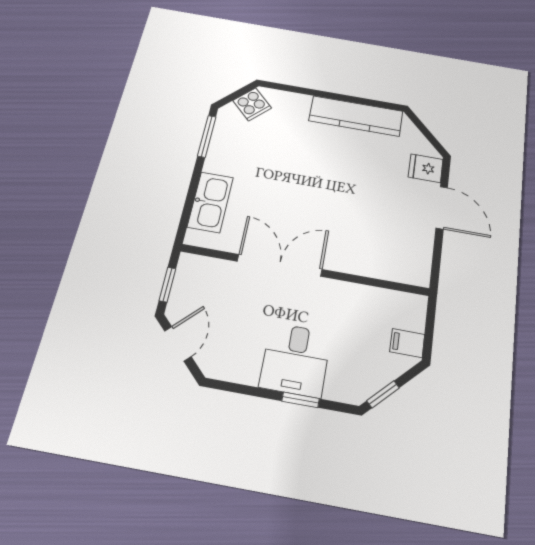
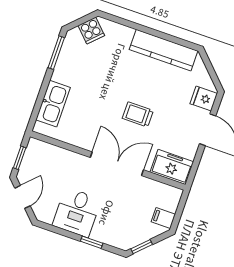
trolley: (337, 201) -> (138, 114), added
double door: (280, 265) -> (117, 164), moved
freezer: (403, 266) -> (172, 167), added
desk: (296, 360) -> (77, 212), moved

